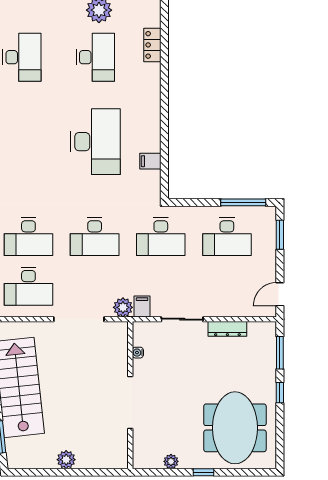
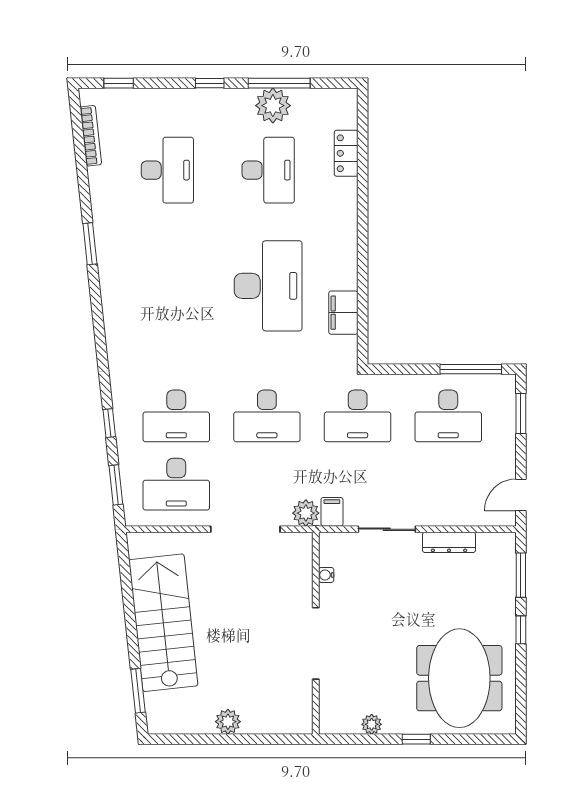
filing cabinet: (150, 161) -> (343, 313), width x2.00

